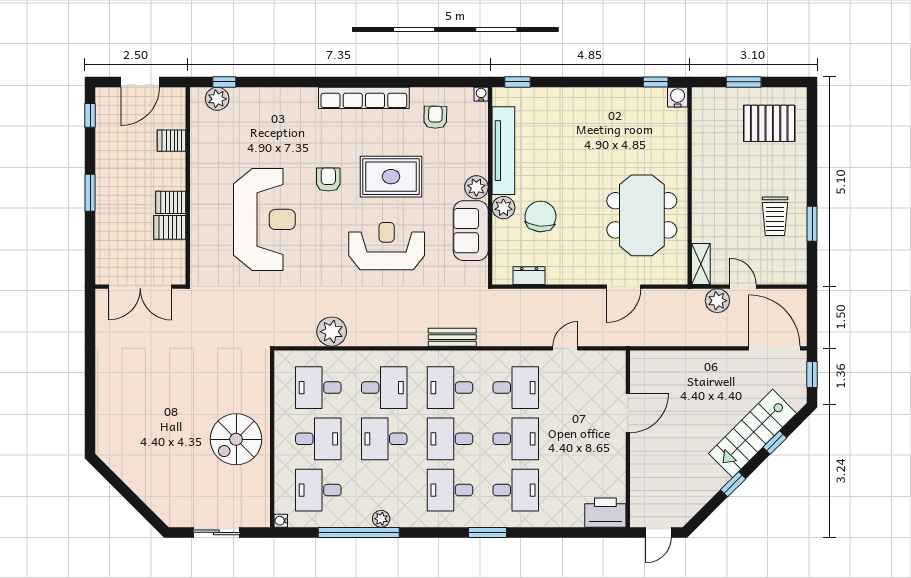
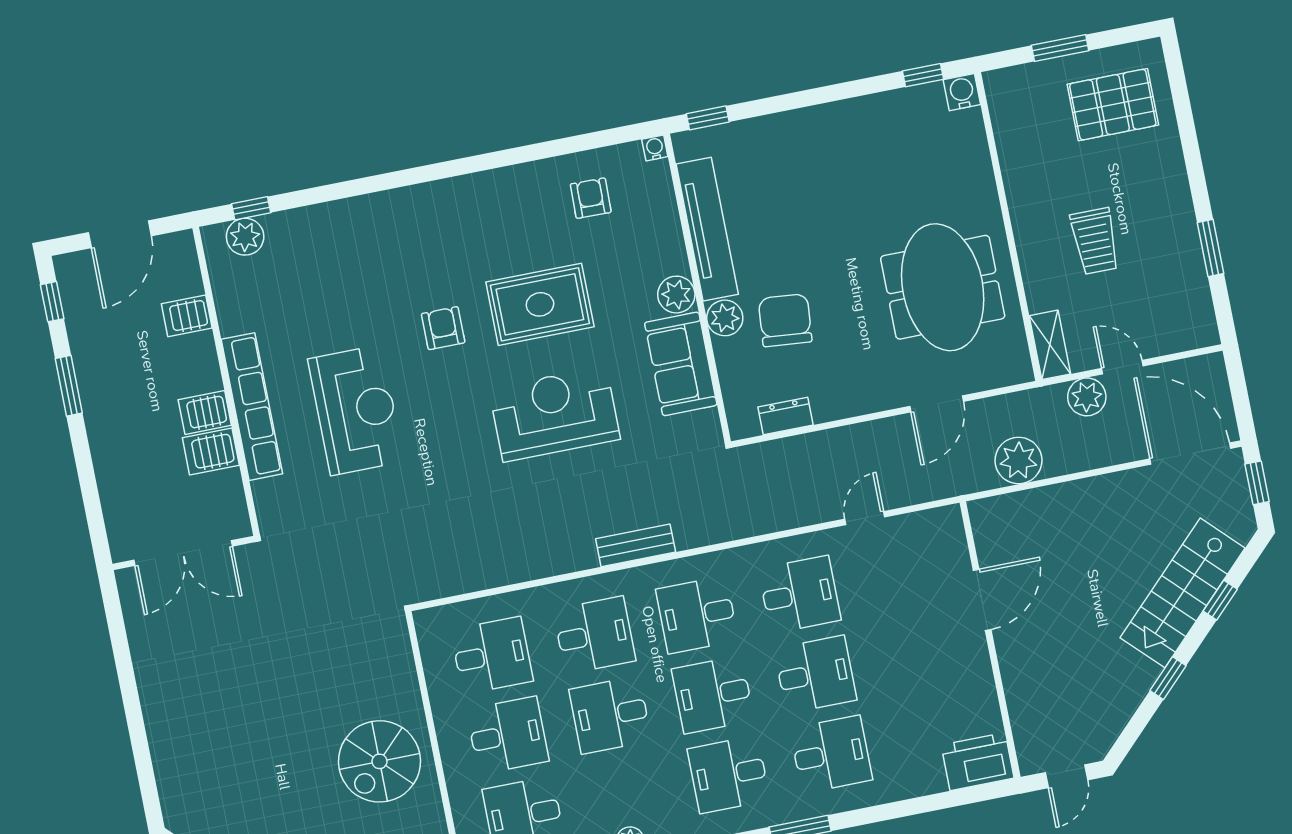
row of seats: (364, 98) -> (252, 407), moved, turned -90
window: (90, 193) -> (69, 386), moved
trolley: (775, 216) -> (1095, 241), moved
reception desk: (264, 219) -> (356, 410), width x0.74, depth x0.77
plant: (332, 332) -> (1019, 460), moved
bench: (452, 337) -> (636, 545), moved
desk: (318, 388) -> (492, 655), turned 180

